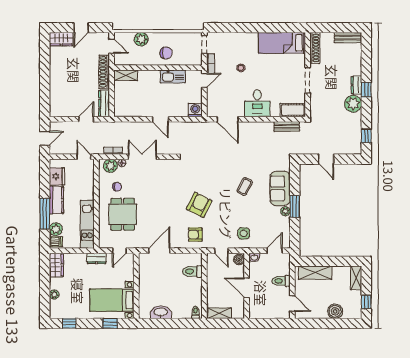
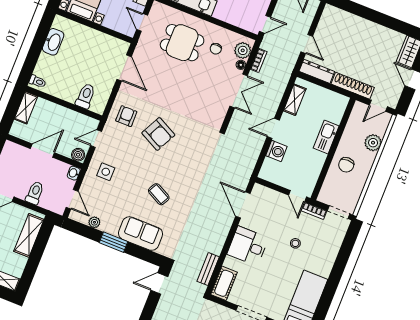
shelving: (126, 75) -> (295, 100), moved
kitchen sink: (173, 76) -> (326, 137), moved
washing machine: (195, 110) -> (276, 151), moved
door: (228, 119) -> (243, 205), hinge flipped
door: (326, 159) -> (159, 283), moved
plant: (285, 211) -> (94, 222), moved

